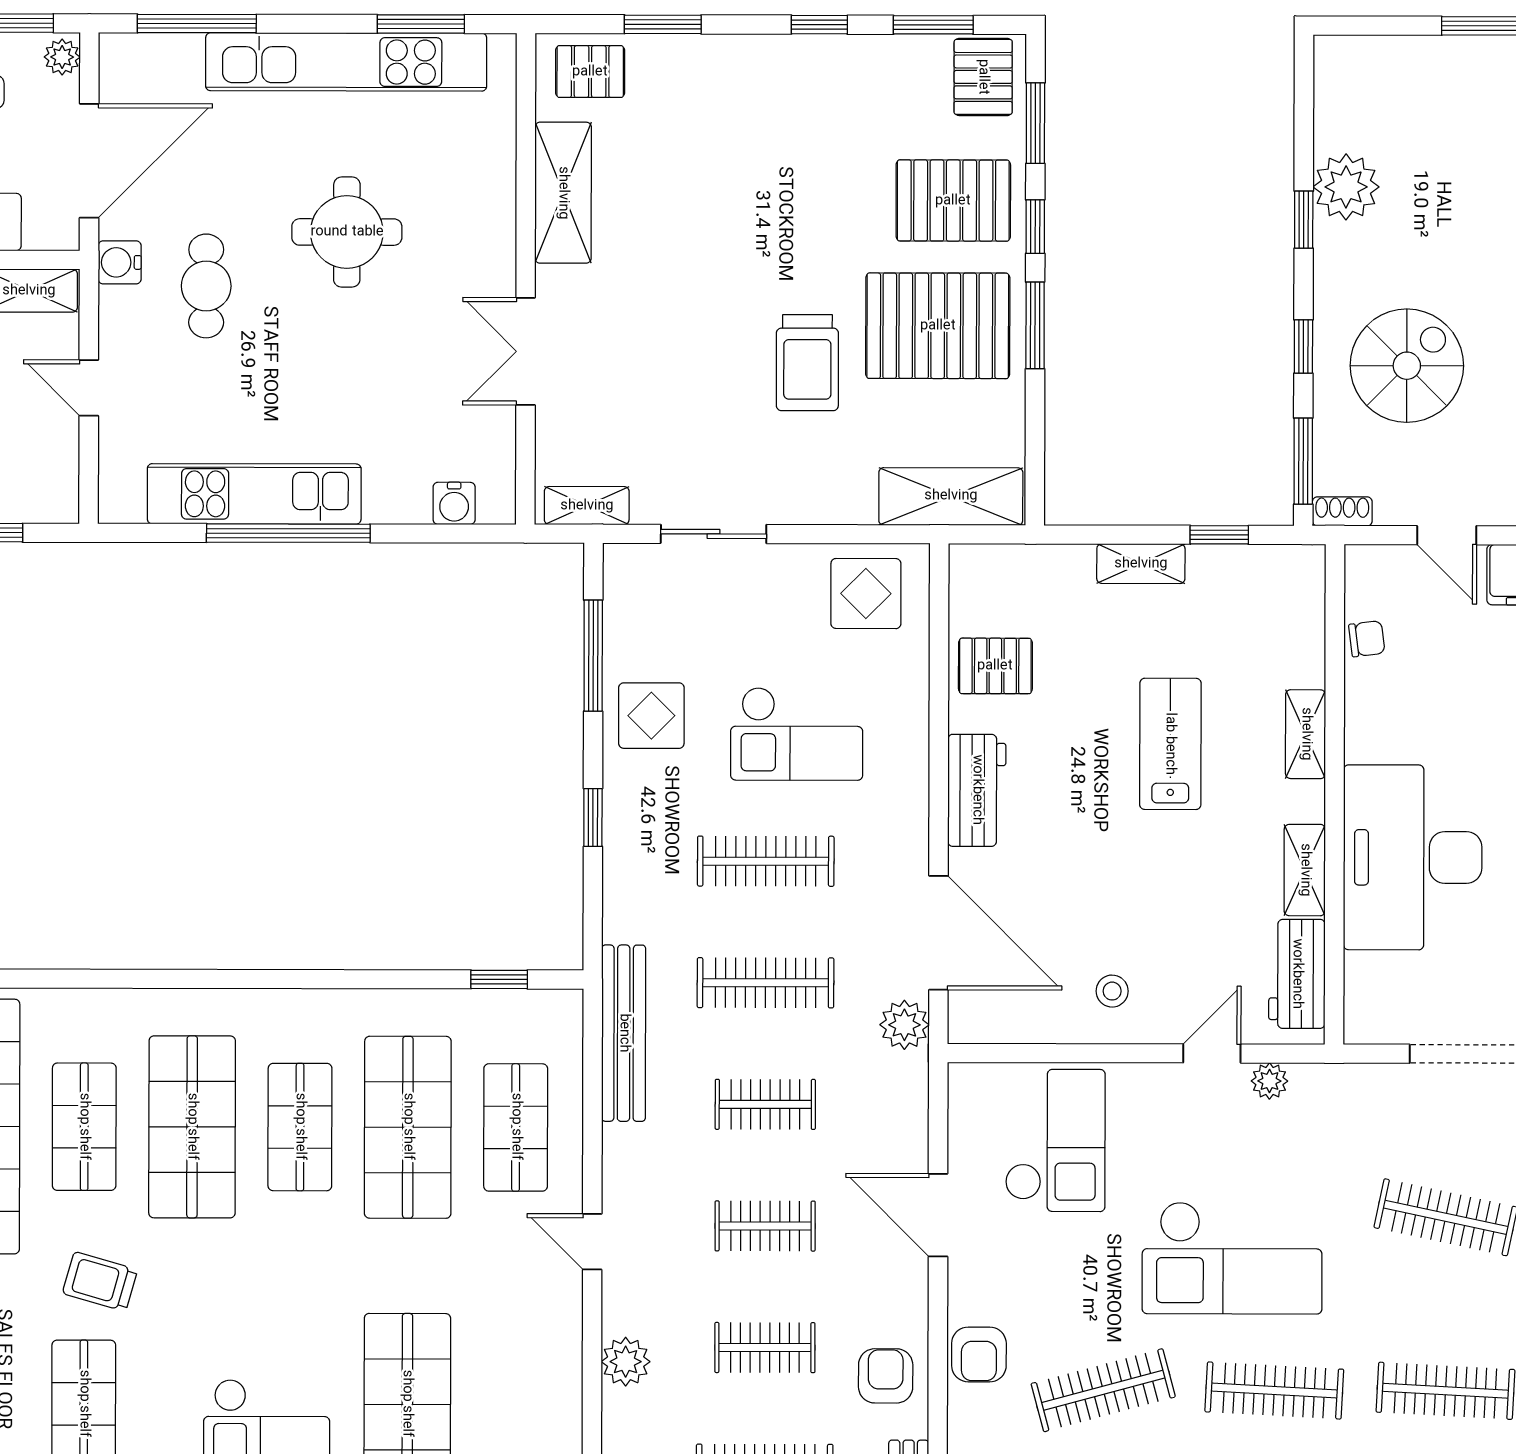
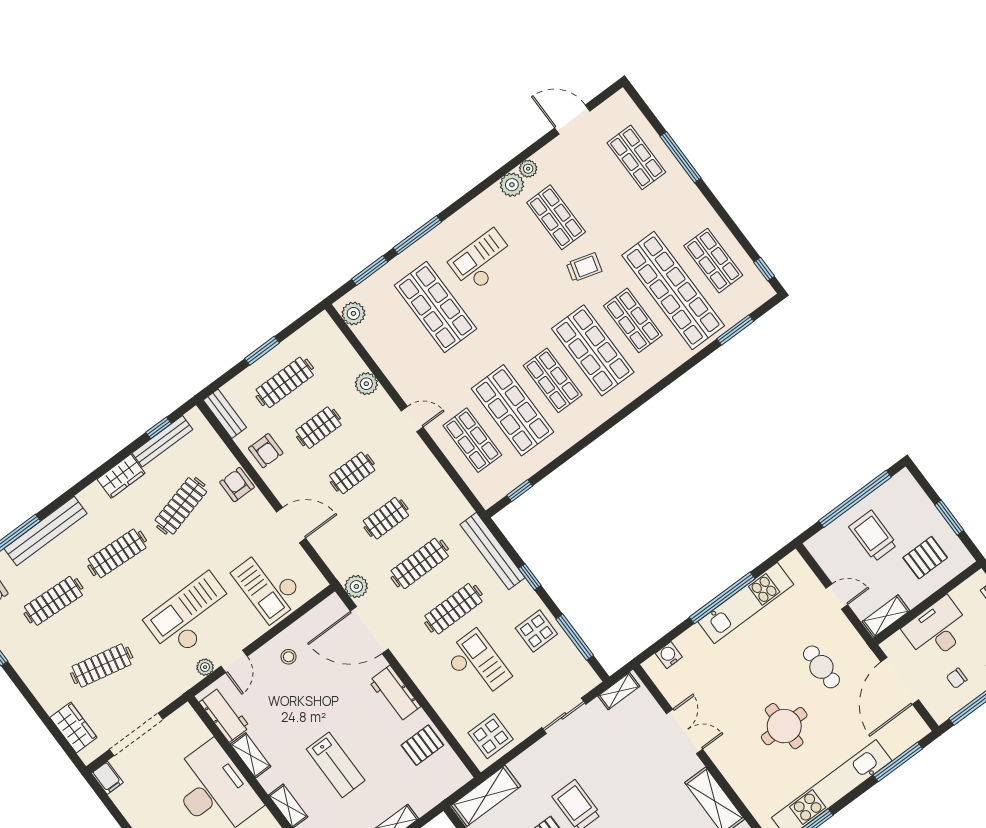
plant: (62, 57) -> (939, 712), removed
water cooler: (120, 262) -> (860, 652), removed
checkout: (797, 734) -> (477, 665), turned 90
bench: (624, 1033) -> (493, 551), moved
checkout: (1232, 1258) -> (191, 616), moved

